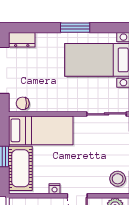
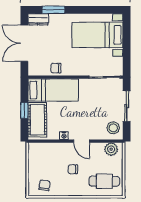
window: (75, 28) -> (53, 10), moved
chair: (23, 103) -> (56, 68), moved

